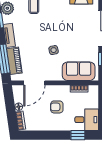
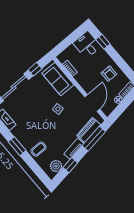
door: (34, 83) -> (92, 103), hinge flipped
armchair: (57, 107) -> (109, 74), moved

